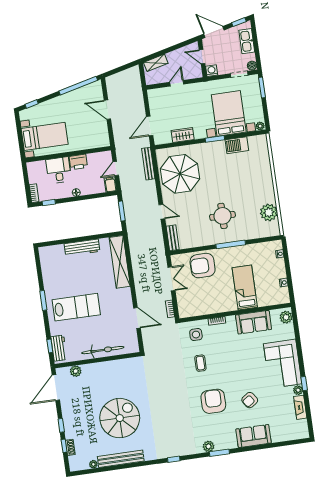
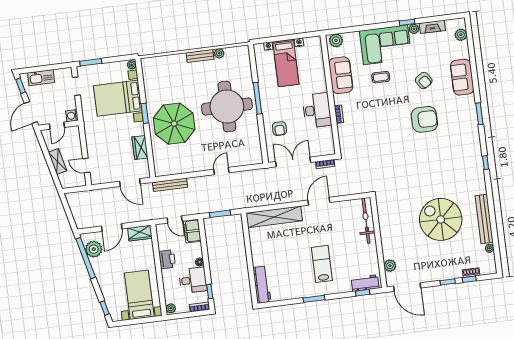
shelving: (156, 63) -> (58, 162), moved
boiler: (252, 66) -> (67, 72), removed
door: (177, 83) -> (86, 165), moved
plant: (87, 93) -> (94, 249), added
wardrobe: (103, 136) -> (140, 233), added
barbecue: (237, 145) -> (152, 90), removed
plant: (32, 166) -> (171, 308), added
desk: (59, 170) -> (193, 280), moved, turned 180
parasol: (180, 174) -> (174, 124), moved
filing cabinet: (110, 184) -> (192, 231), width x2.00
plant: (269, 212) -> (219, 53), width x0.53, depth x0.53
round table: (222, 216) -> (227, 107), width x1.86, depth x1.86
bench: (173, 238) -> (200, 56), moved
workbench: (82, 248) -> (262, 285), moved
armchair: (203, 266) -> (279, 129), width x0.53, depth x0.53
double door: (171, 279) -> (293, 162), width x1.37
bed: (245, 287) -> (286, 63), moved, turned -90
desk: (220, 300) -> (317, 110), added
lab bench: (76, 307) -> (322, 264), width x0.73, depth x0.72
door: (137, 318) -> (319, 201), moved
side table: (196, 335) -> (353, 137), removed
bicycle: (103, 350) -> (366, 221), moved
coffee table: (200, 363) -> (381, 77), moved
armchair: (213, 401) -> (424, 119), turned 180
plant: (209, 446) -> (461, 35), moved

